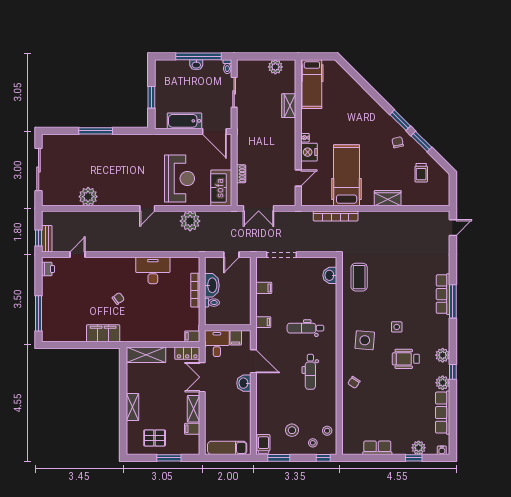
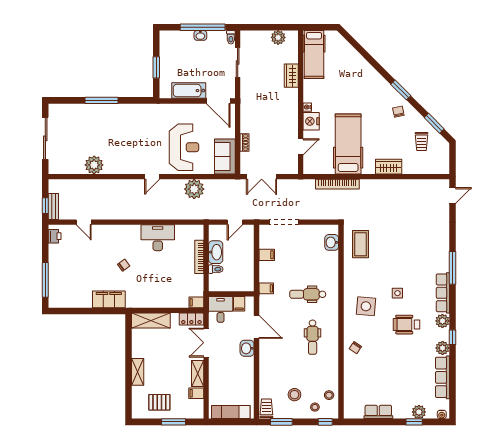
window: (421, 141) -> (434, 123), moved
door: (78, 255) -> (84, 222), swing flipped
row of seats: (443, 294) -> (443, 293), moved

